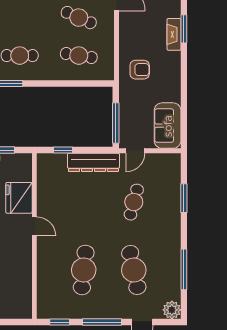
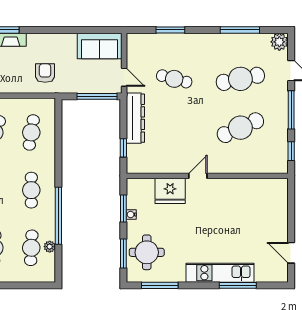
cafe table: (84, 270) -> (240, 128), turned -30

